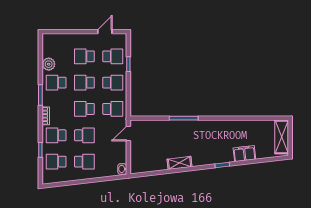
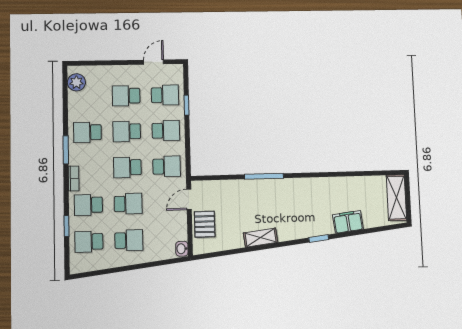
plant: (49, 64) -> (76, 82), moved
pallet: (139, 152) -> (205, 224), added

